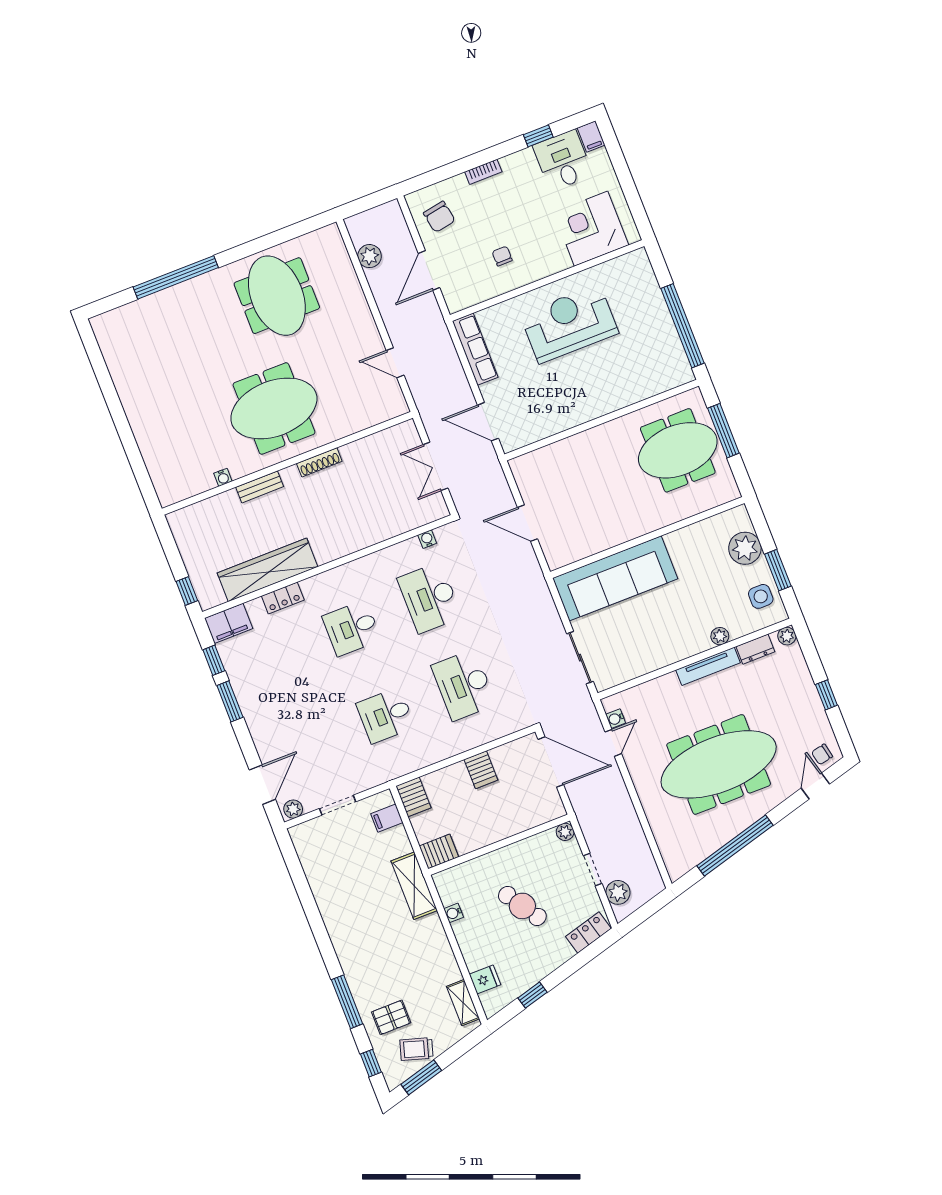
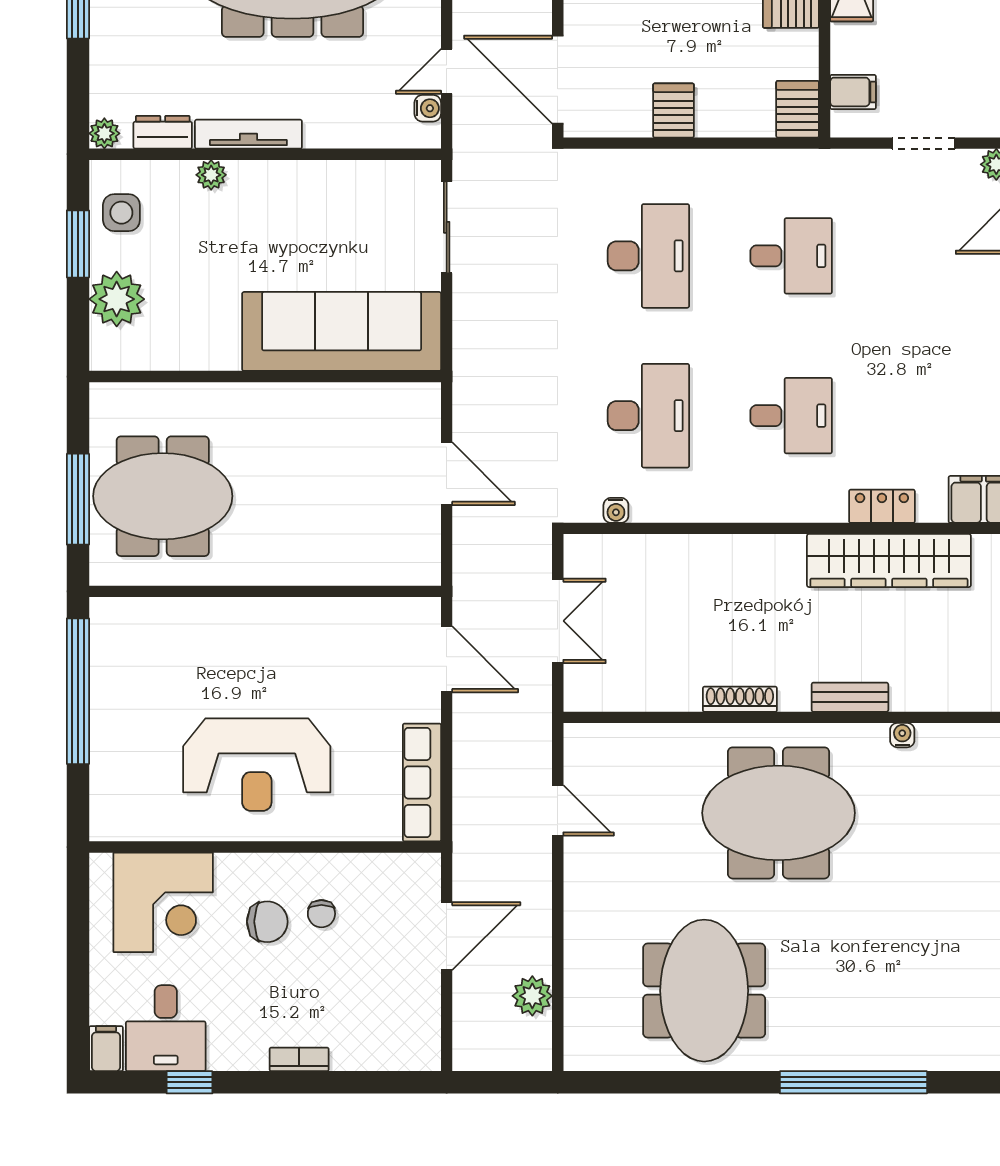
chair: (439, 217) -> (267, 922), moved, turned 100

